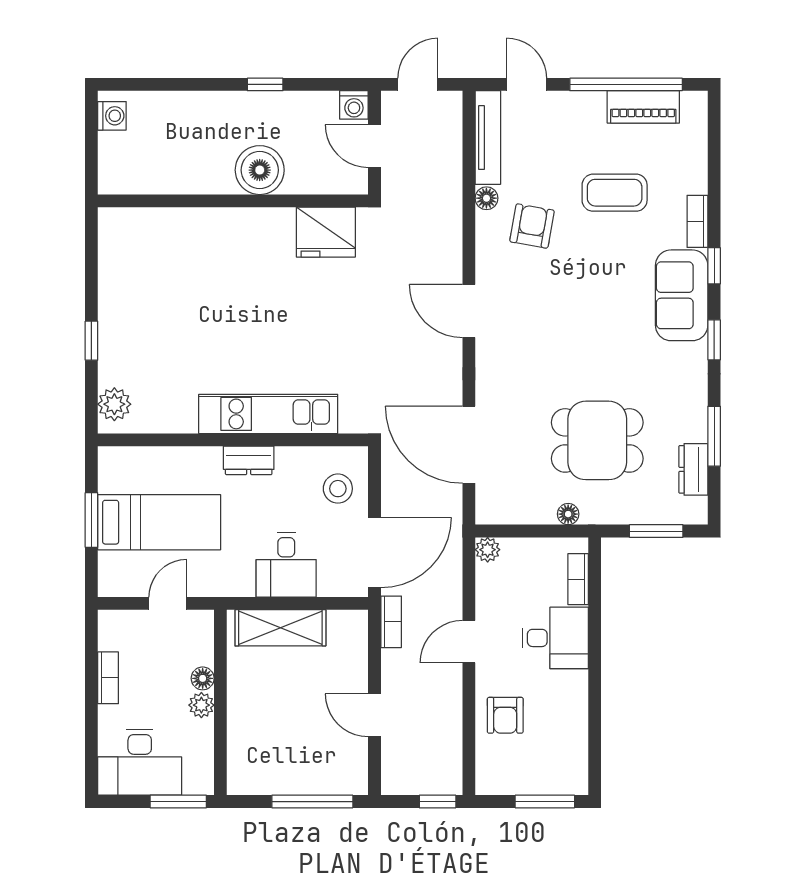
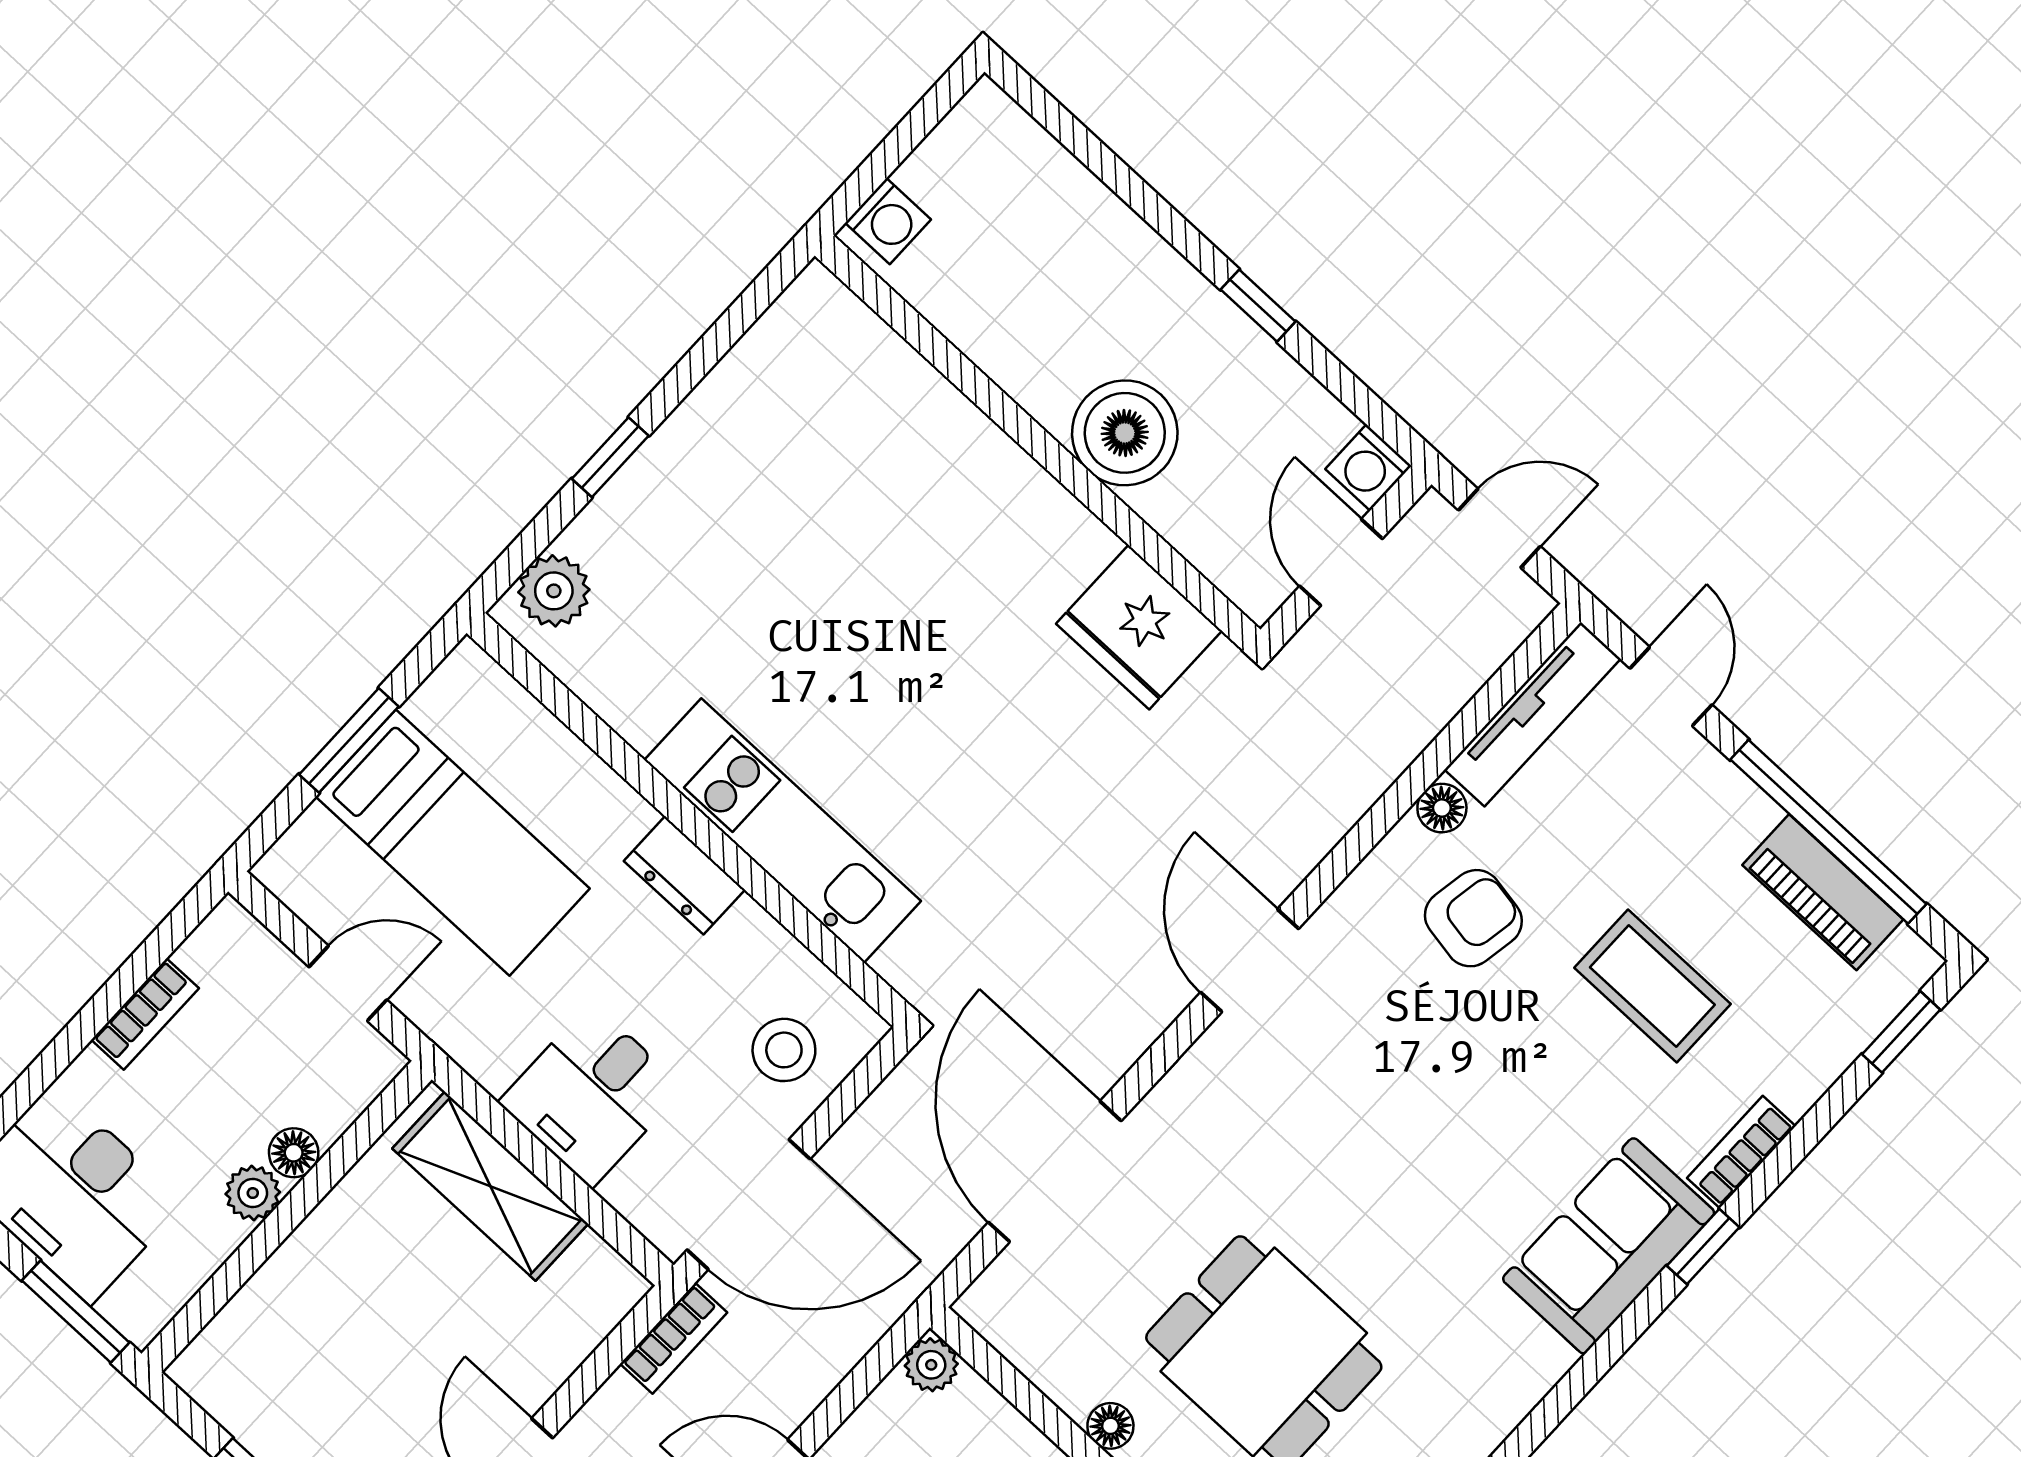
washing machine: (112, 116) -> (888, 221), moved
window: (714, 340) -> (1901, 1032), moved

